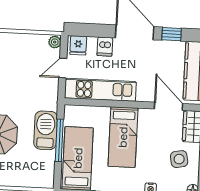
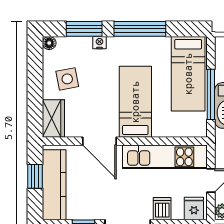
door: (168, 106) -> (99, 141), moved

